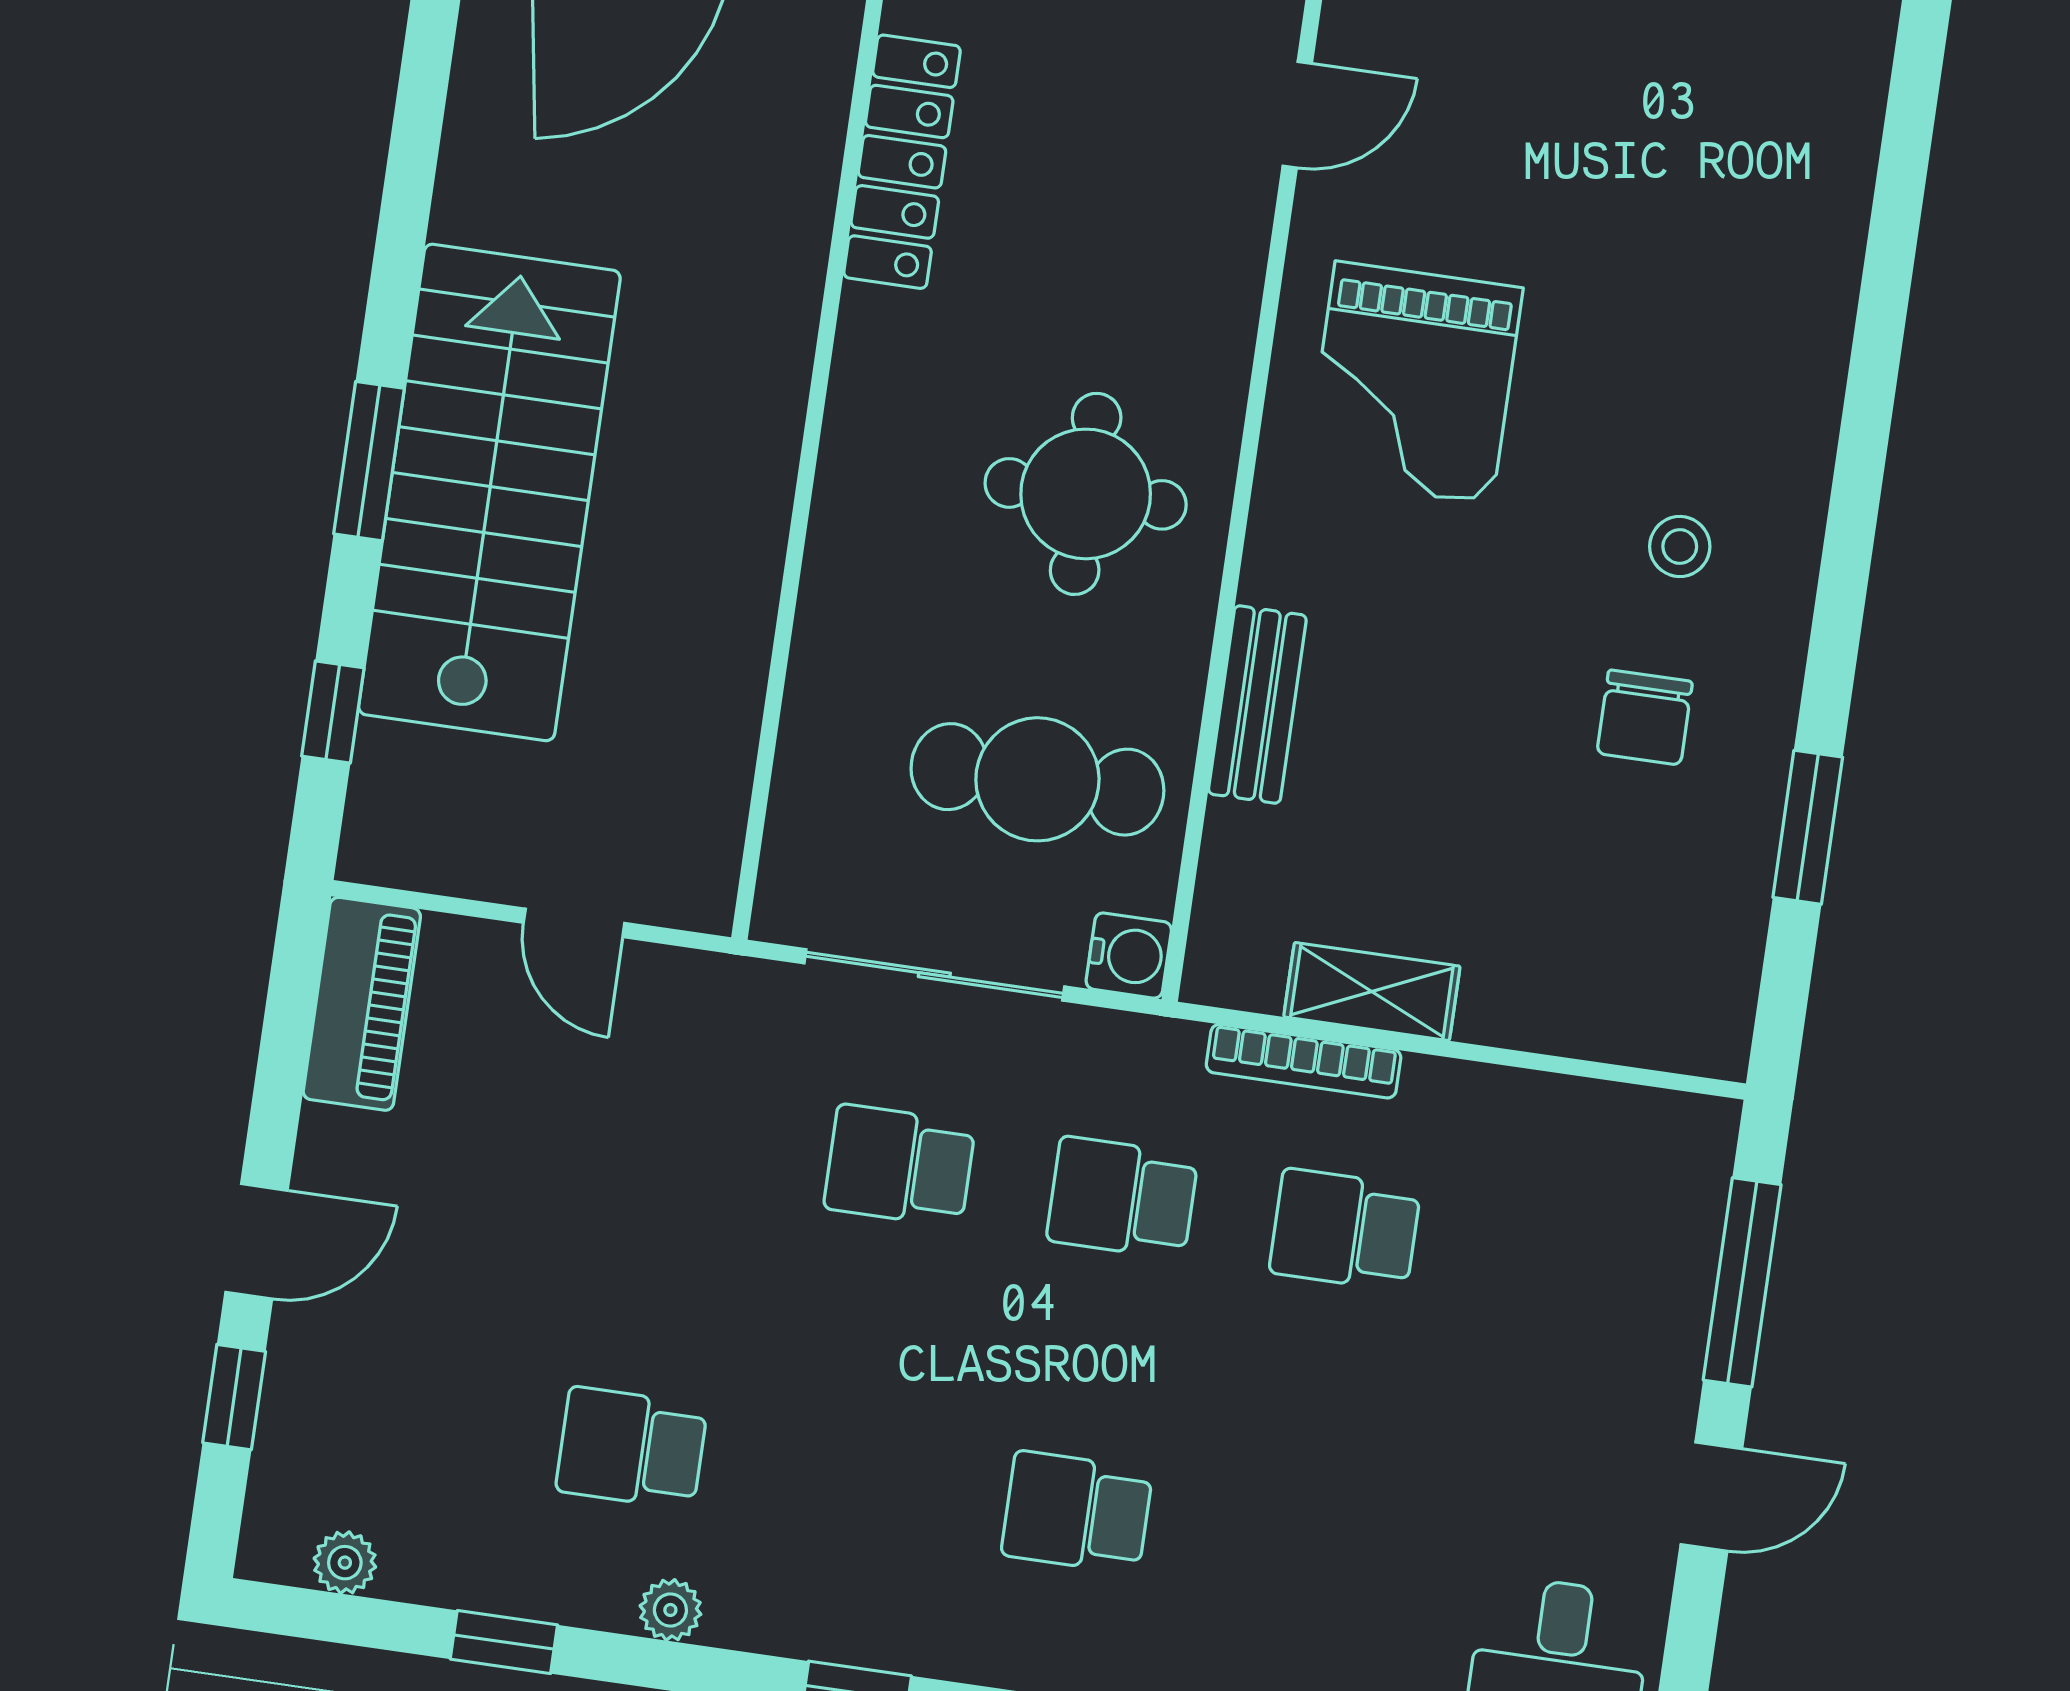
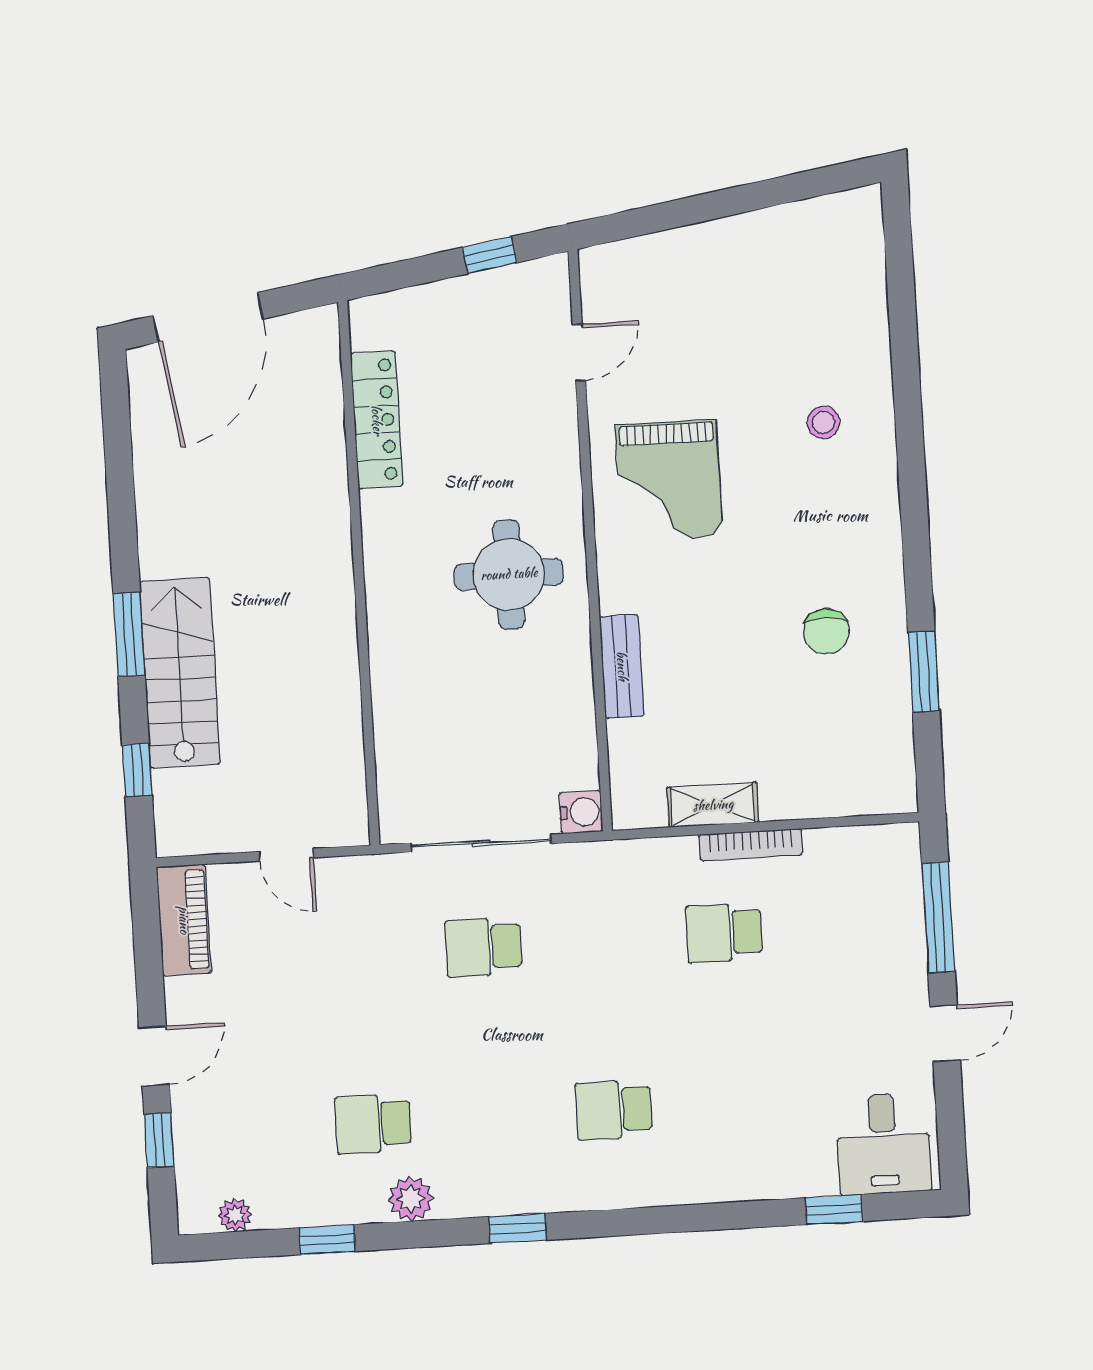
stairs: (489, 492) -> (180, 673), width x0.73, depth x0.66
stool: (1680, 546) -> (823, 423), moved
cafe table: (1037, 779) -> (514, 729), removed
bookcase: (1304, 1061) -> (751, 845), moved
school desk: (1122, 1198) -> (604, 940), removed
plant: (670, 1610) -> (411, 1199), width x1.38, depth x1.38

